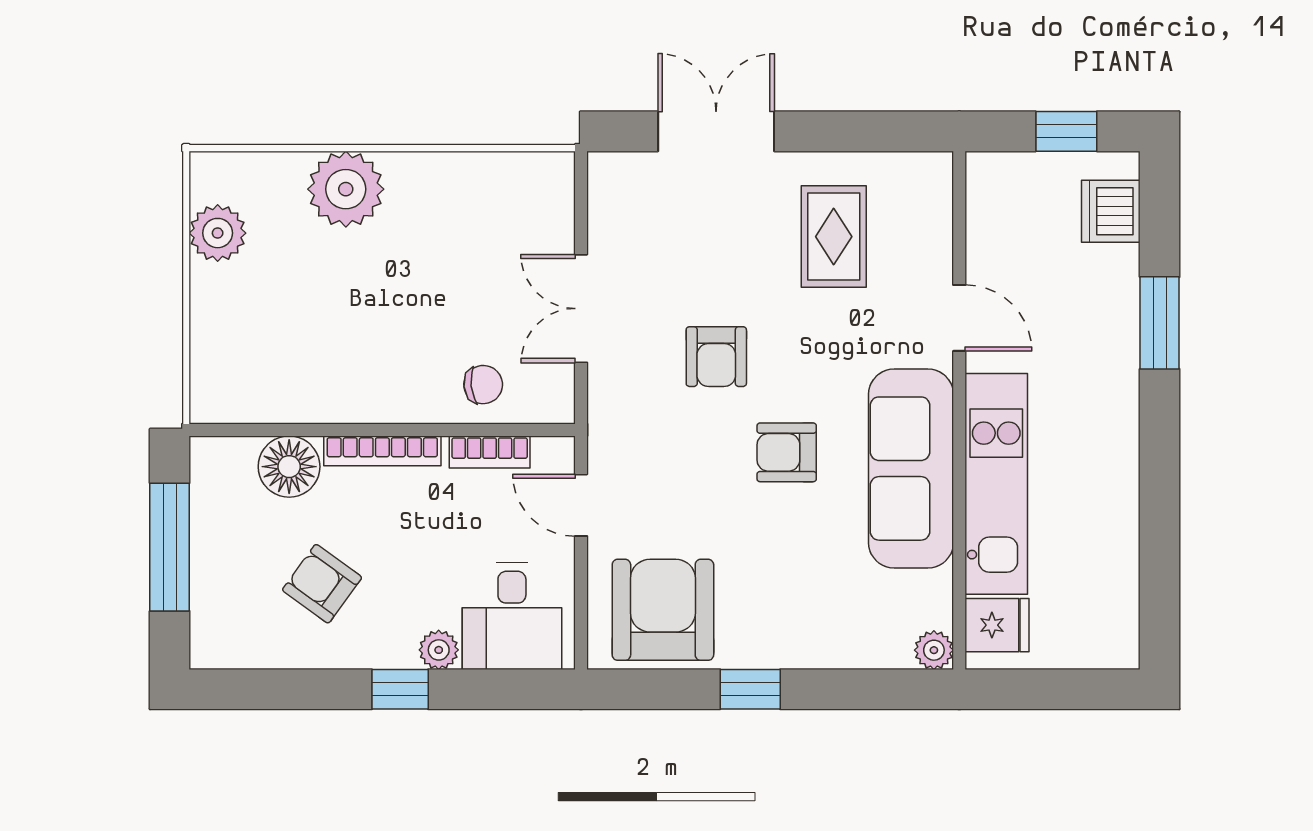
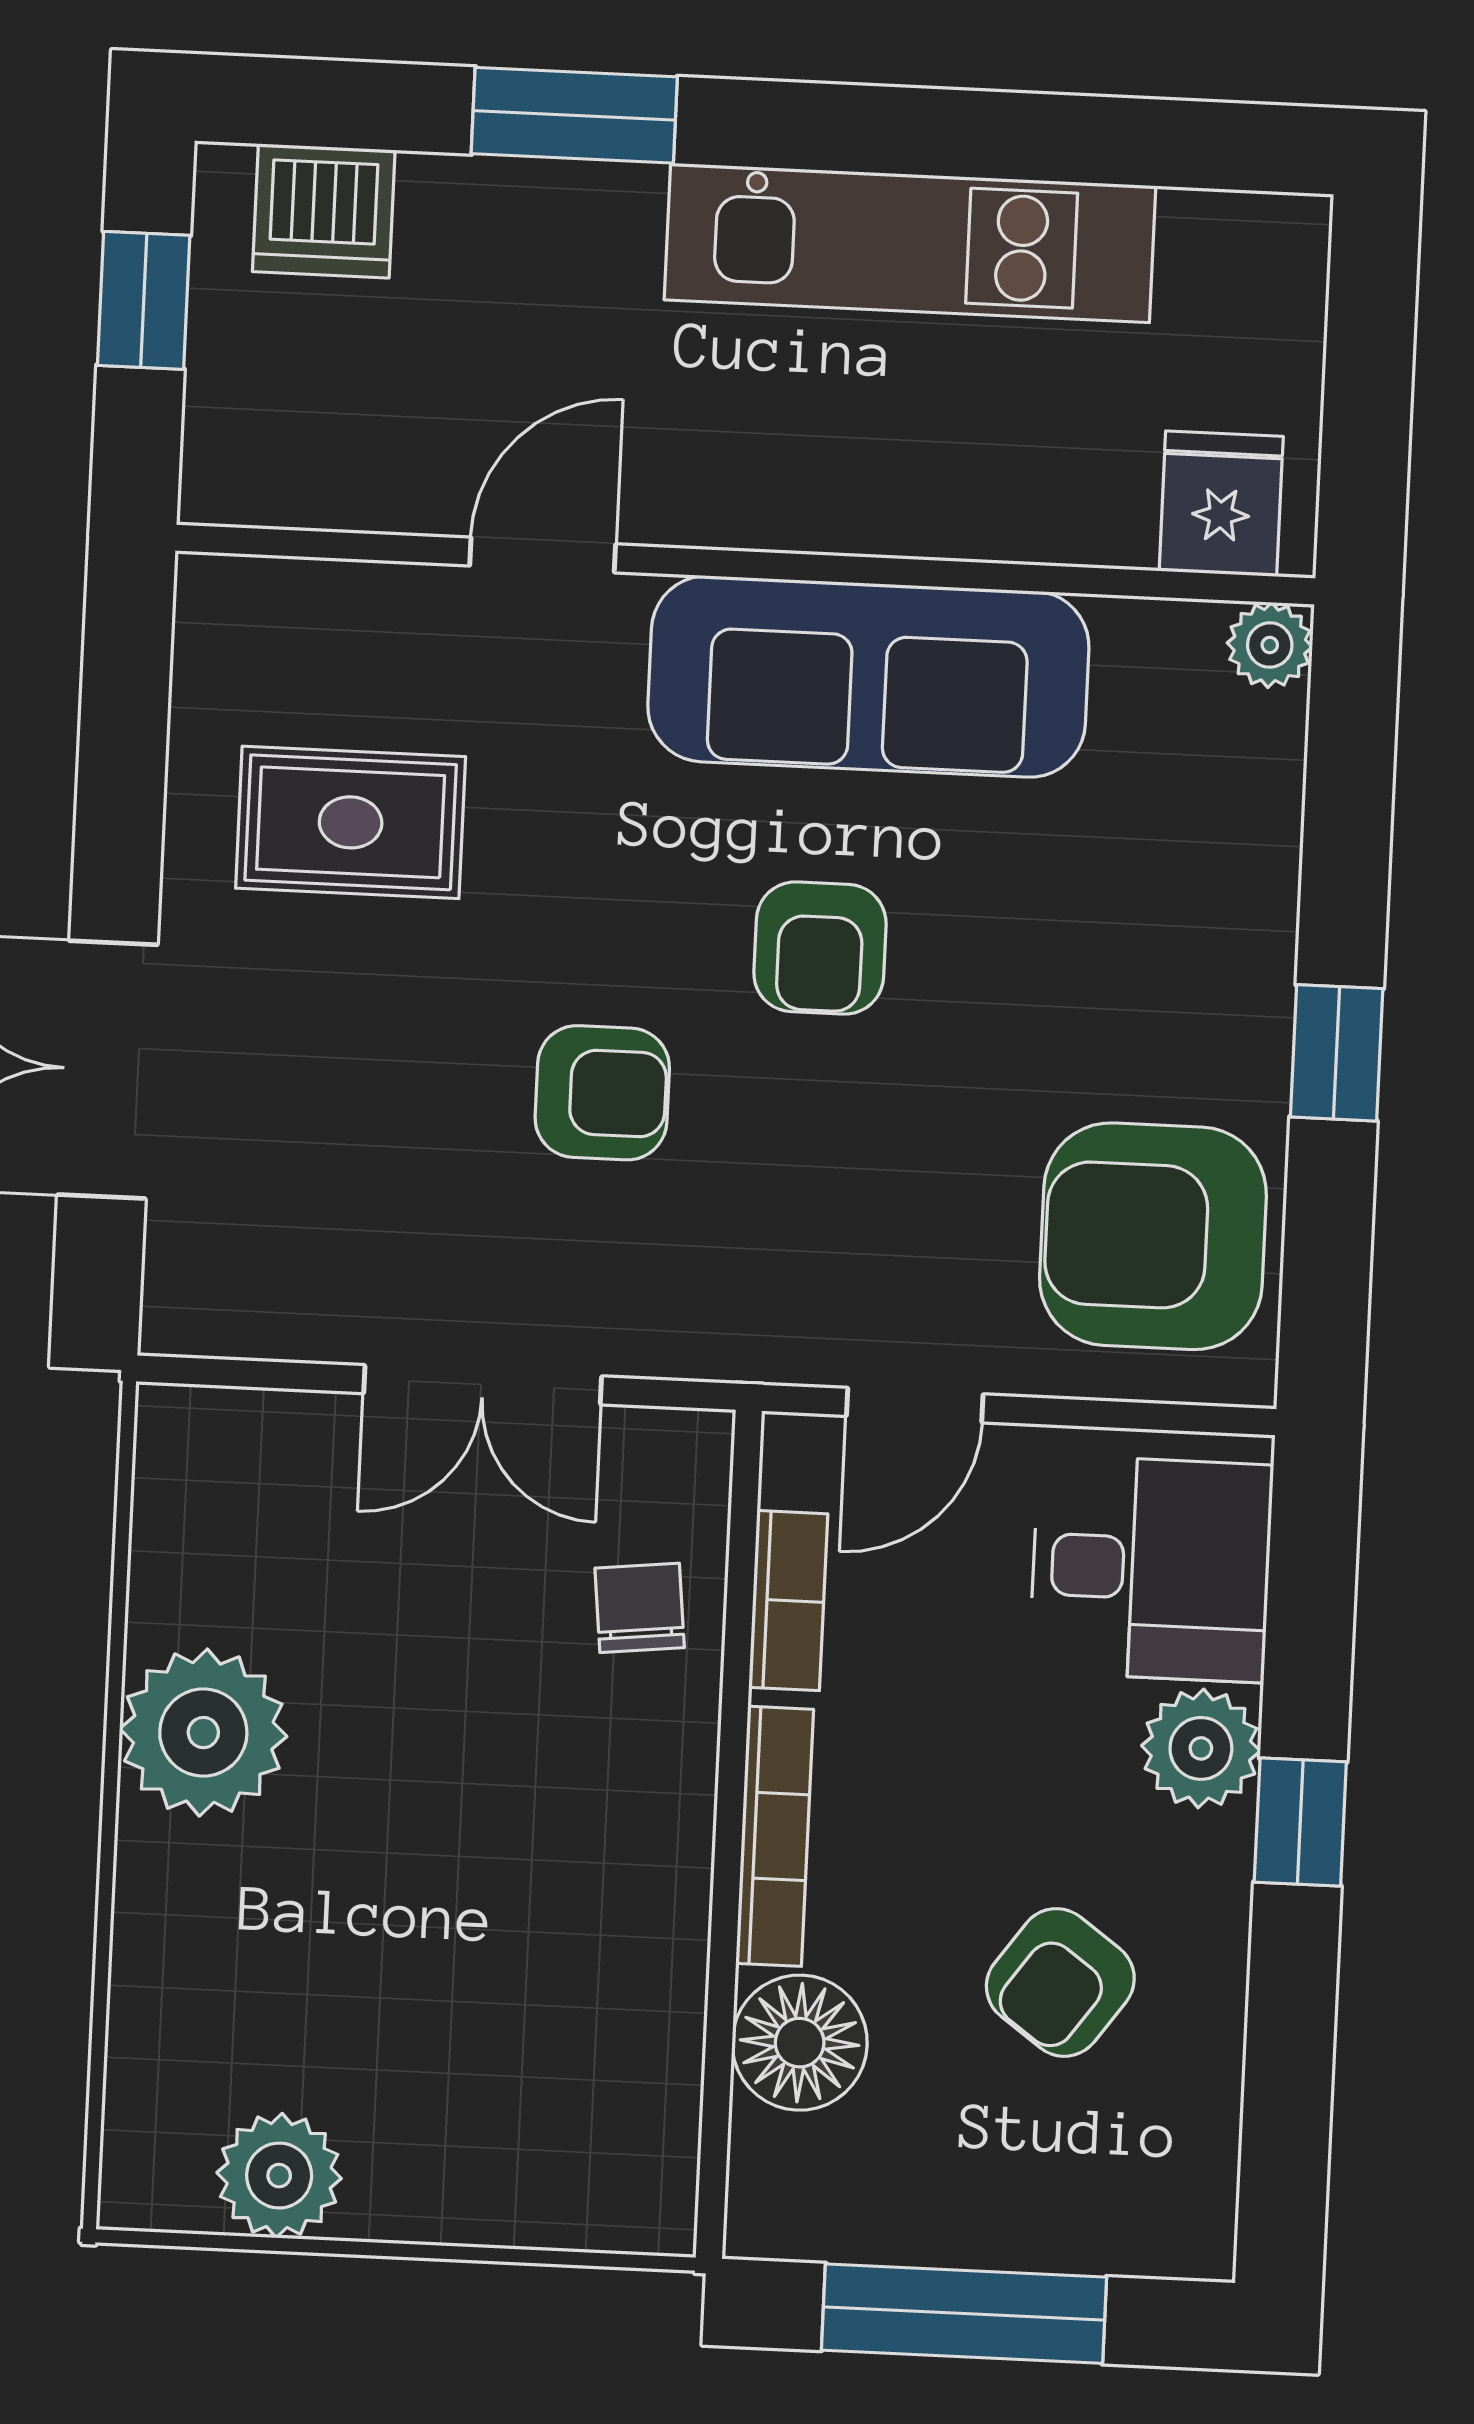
plant: (346, 189) -> (203, 1733), moved
kitchen unit: (996, 484) -> (910, 243), moved, turned 180
plant: (439, 650) -> (1201, 1748), width x1.38, depth x1.38

